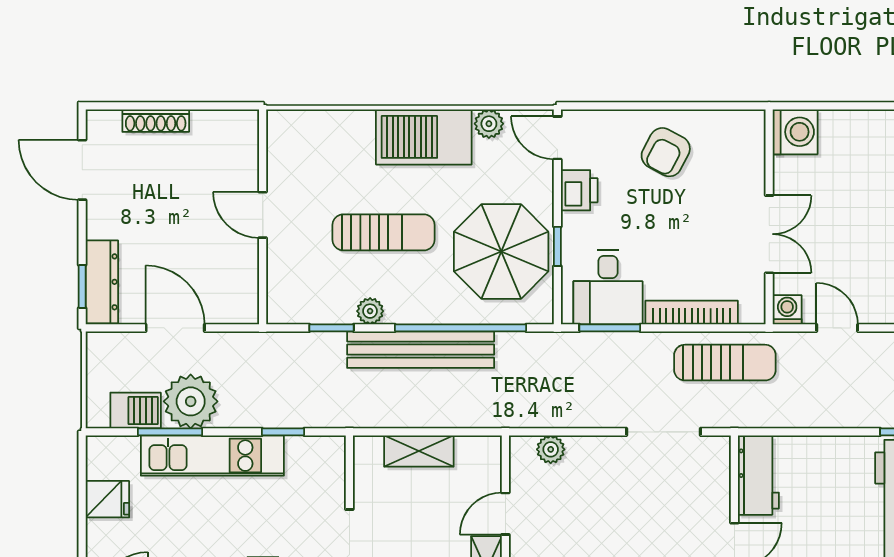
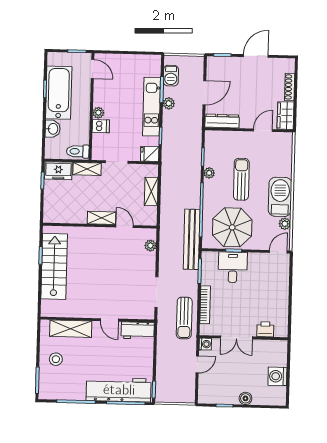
wardrobe: (225, 129) -> (286, 116), added
washing machine: (795, 132) -> (277, 376), moved, turned 90
armchair: (666, 152) -> (271, 296), removed
door: (82, 170) -> (256, 56), moved
printer: (579, 190) -> (265, 329), moved, turned 180
door: (263, 215) -> (263, 130), moved
sun lounger: (384, 232) -> (241, 179), turned 180
dresser: (102, 282) -> (222, 121), moved, turned 180
desk: (608, 287) -> (233, 267), moved, turned 90
bench: (421, 350) -> (192, 239), moved
plant: (191, 401) -> (169, 103), width x0.53, depth x0.53
fridge: (107, 499) -> (150, 154), moved, turned 90

